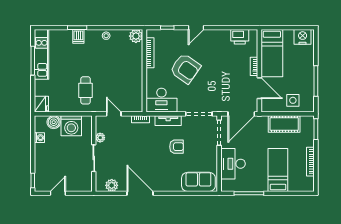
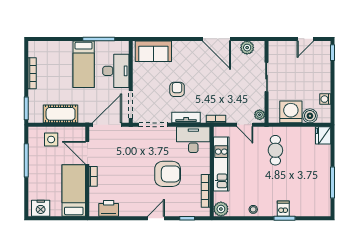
kitchen unit: (42, 54) -> (221, 164), moved, turned 180
armchair: (185, 69) -> (168, 174), turned 145
plant: (100, 138) -> (260, 115), moved
armchair: (177, 147) -> (177, 89), turned 90
bed: (278, 170) -> (84, 64), moved

